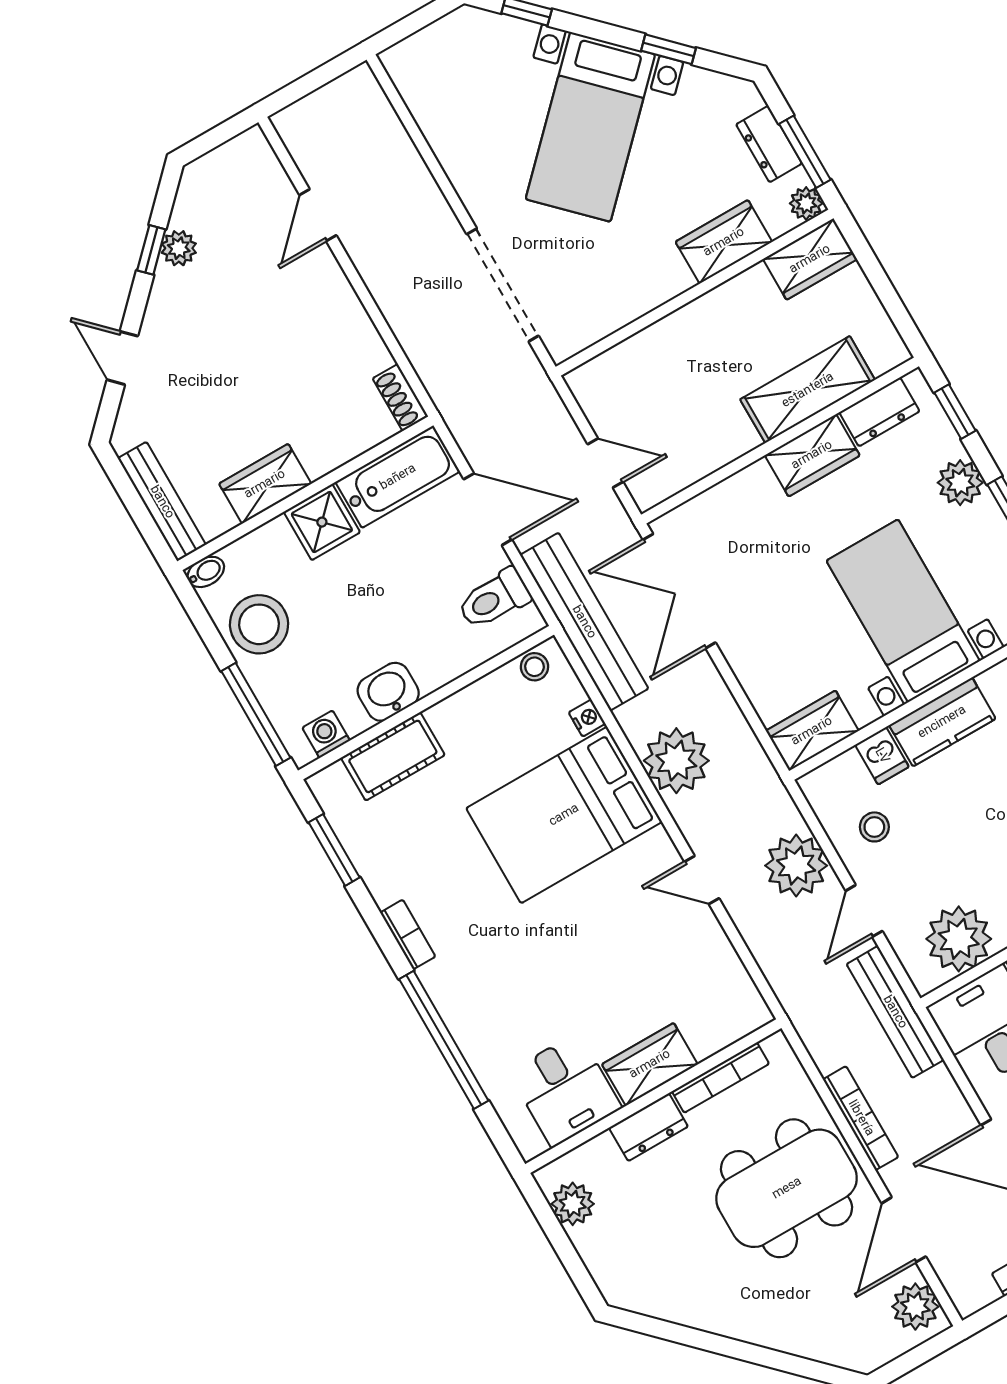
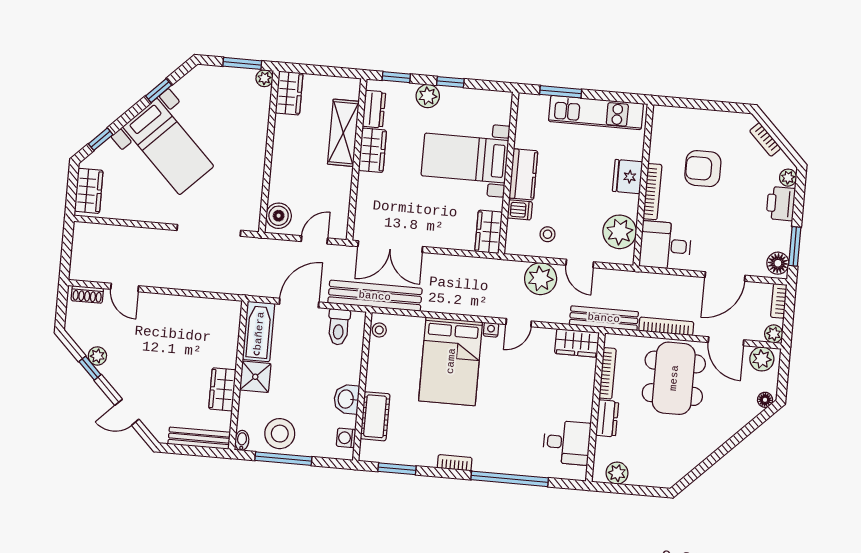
dresser: (769, 144) -> (228, 76), removed
wardrobe: (724, 242) -> (89, 191), moved, turned 180
boiler: (604, 379) -> (279, 216), added
shoe rack: (400, 397) -> (87, 294), moved
window: (256, 714) -> (283, 459), moved
nightstand: (587, 718) -> (491, 330), moved
plant: (676, 761) -> (774, 334), moved, width x0.53, depth x0.53
bench: (895, 1012) -> (604, 318), moved
wardrobe: (650, 1064) -> (577, 343), moved, turned -90
floor lamp: (854, 1357) -> (765, 400), added

